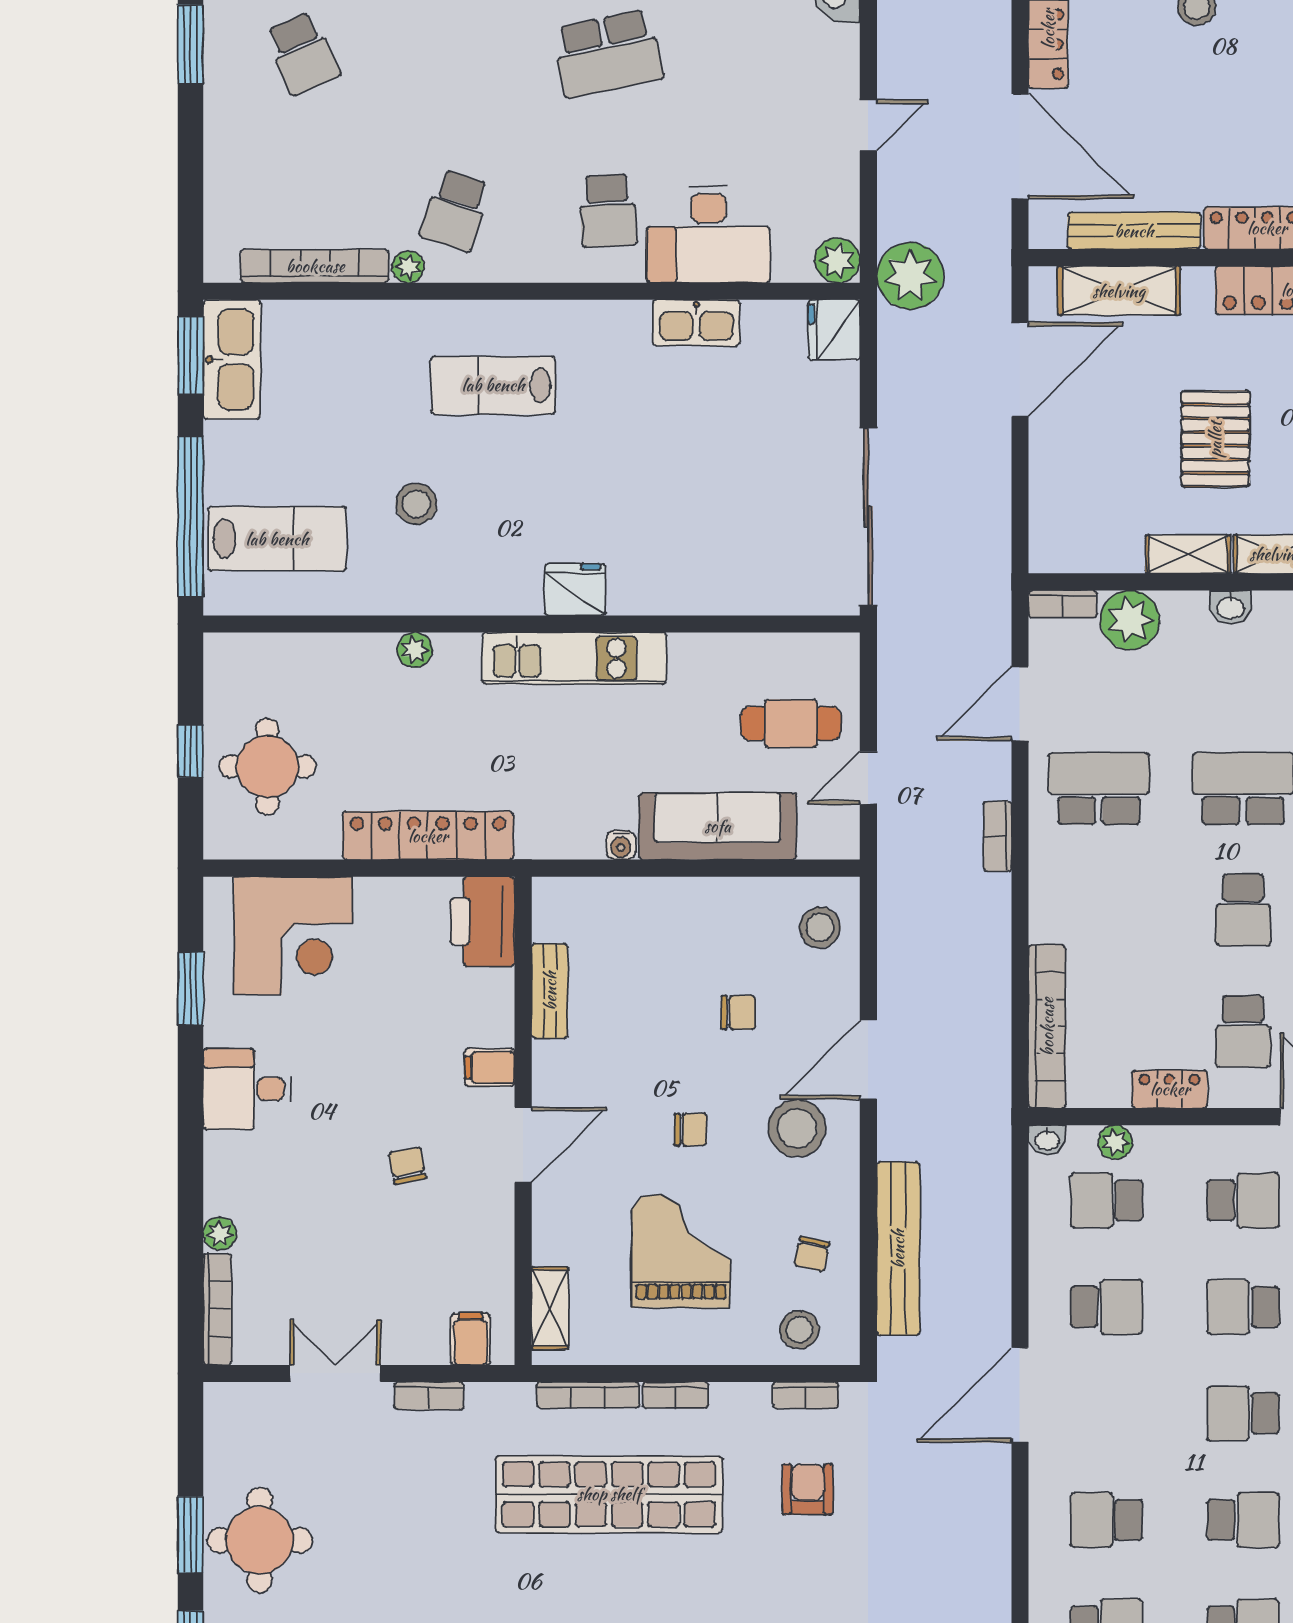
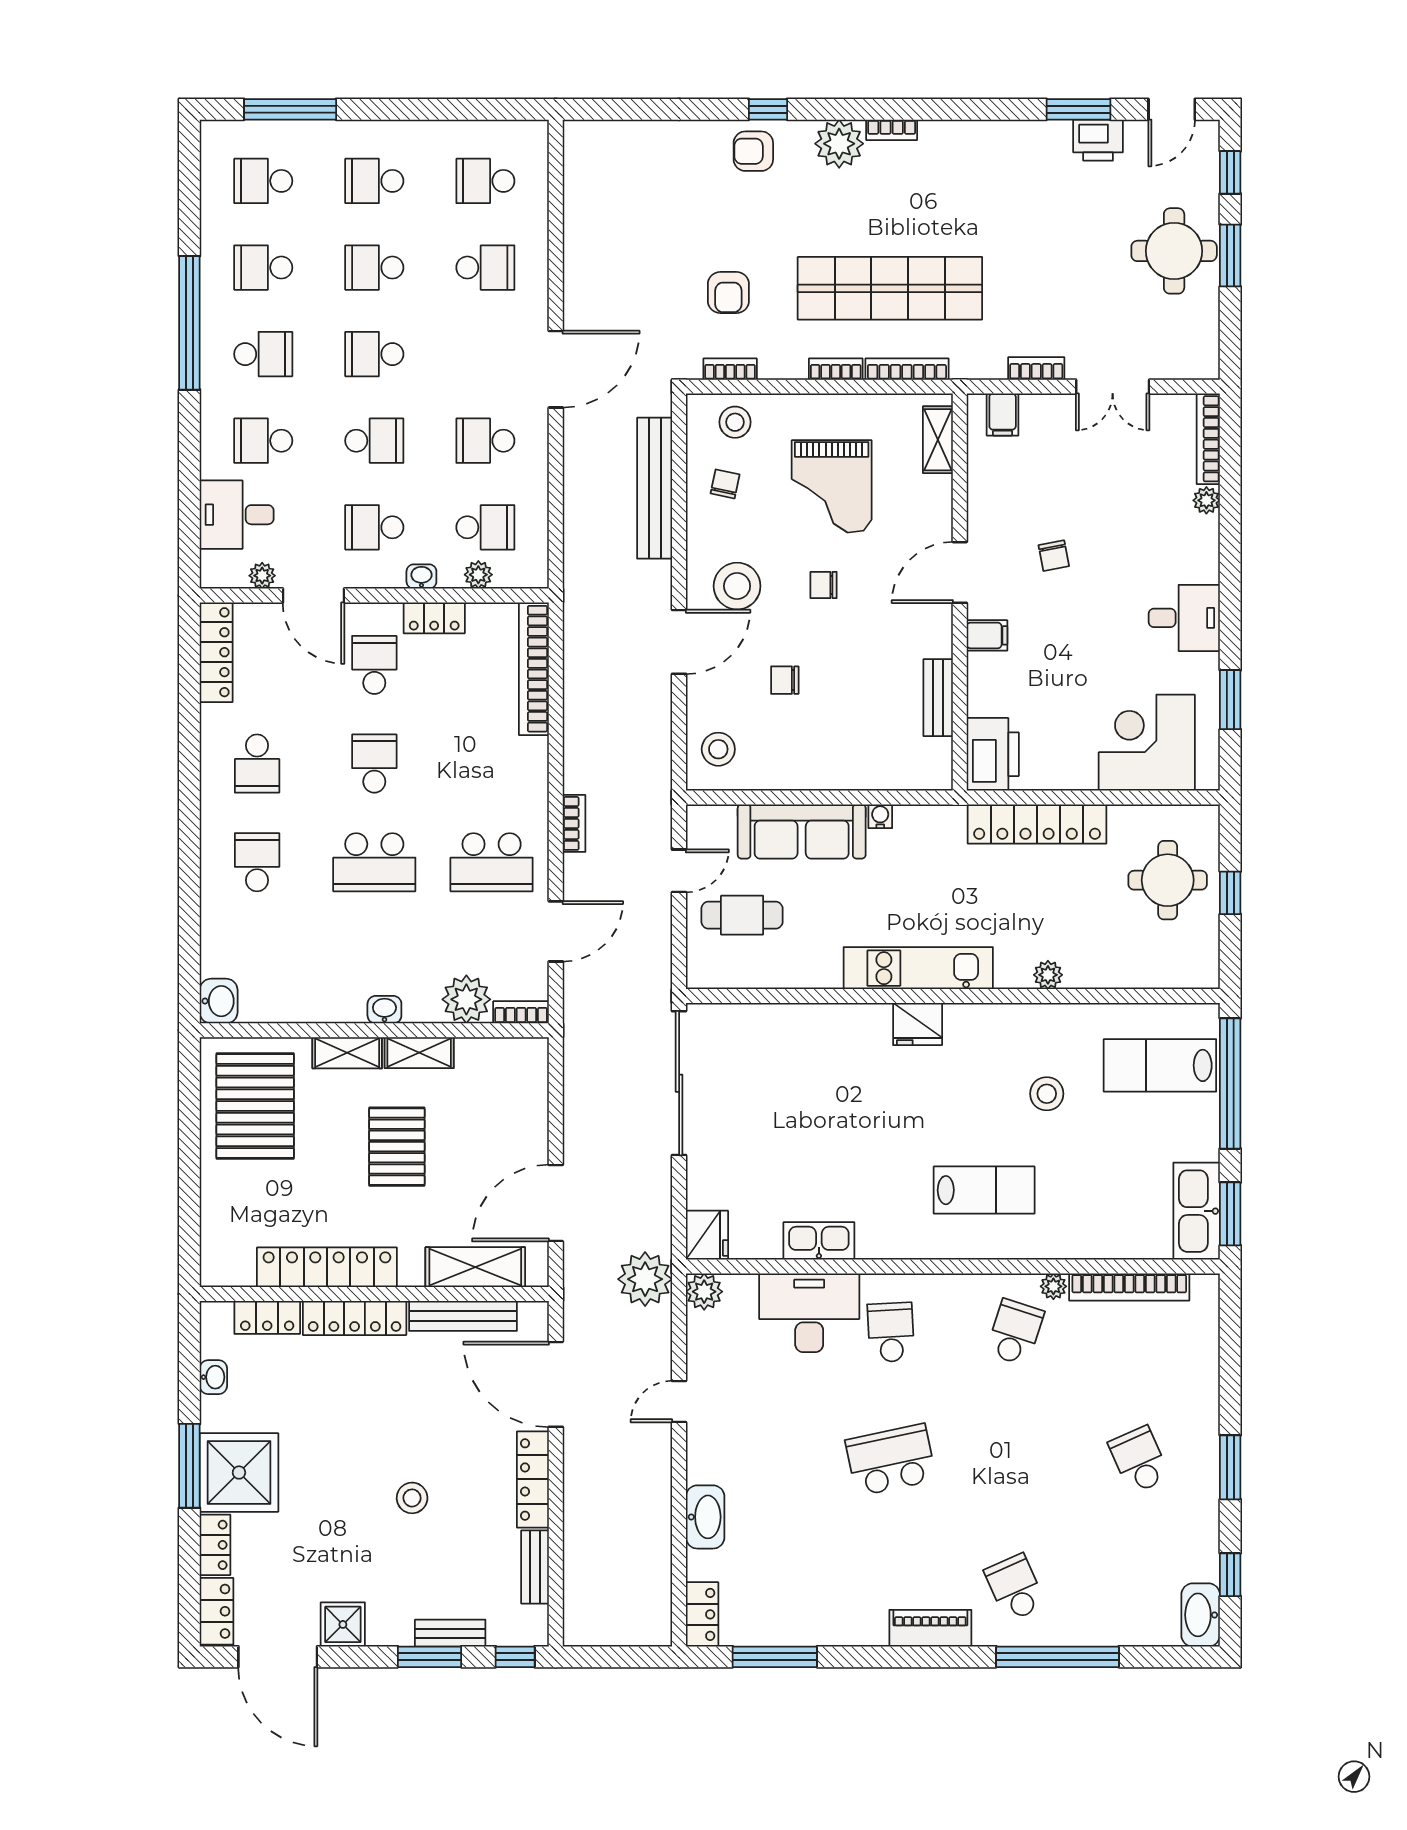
washbasin: (1047, 1140) -> (421, 576), moved
school desk: (1243, 1413) -> (374, 354), turned 180

